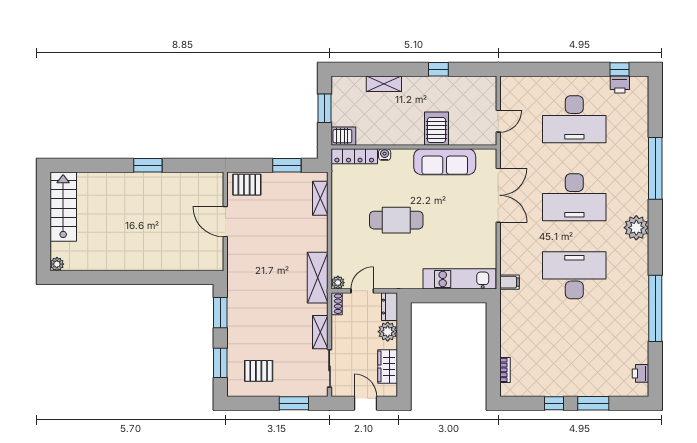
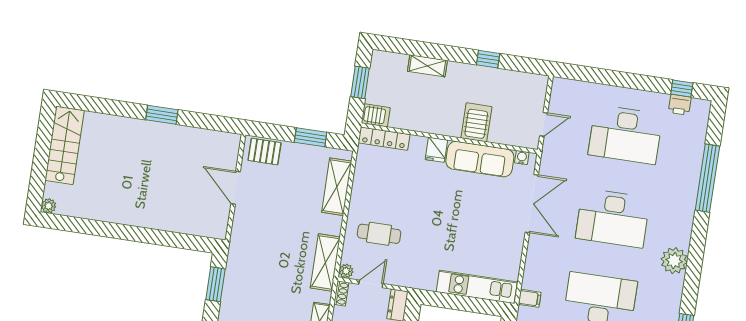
water cooler: (385, 155) -> (522, 158), moved
fridge: (404, 159) -> (436, 150), added
window: (655, 168) -> (707, 178), moved
shelving: (320, 198) -> (337, 187), width x1.50, depth x1.33
cafe table: (396, 220) -> (379, 234), moved, width x0.73, depth x0.74

